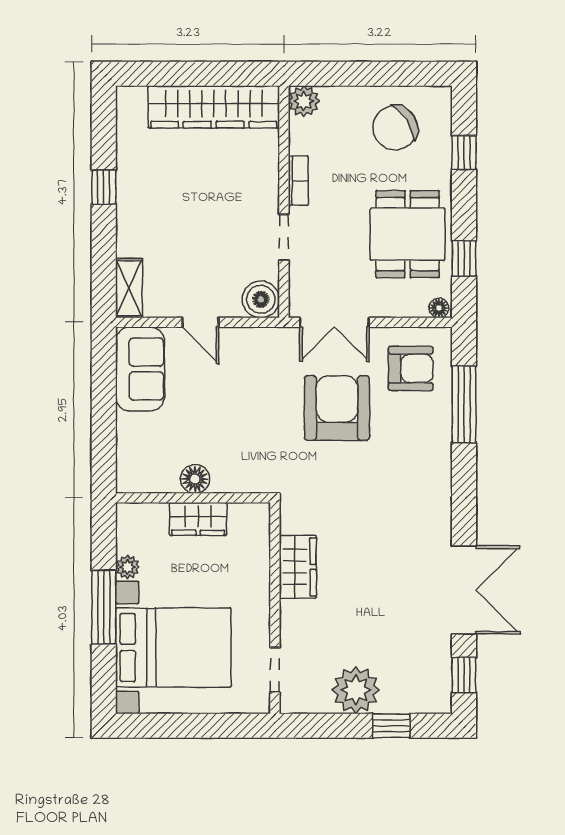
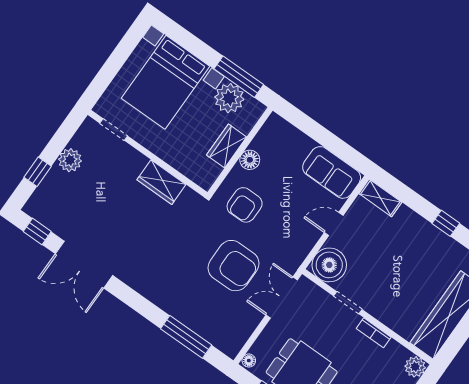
boiler: (261, 299) -> (329, 265), width x1.37, depth x1.37
armchair: (411, 368) -> (245, 205), moved
plant: (127, 567) -> (229, 98), width x1.88, depth x1.88
window: (104, 607) -> (239, 77), moved
plant: (356, 690) -> (70, 160), width x0.73, depth x0.73

